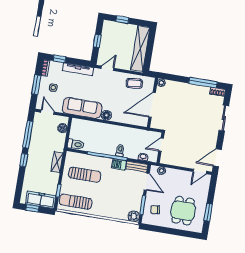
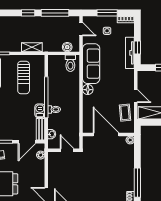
window: (59, 59) -> (137, 48), moved
door: (107, 68) -> (136, 96), moved
door: (47, 112) -> (81, 29), hinge flipped
toilet: (76, 144) -> (70, 63), moved

